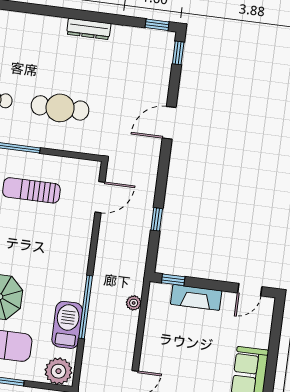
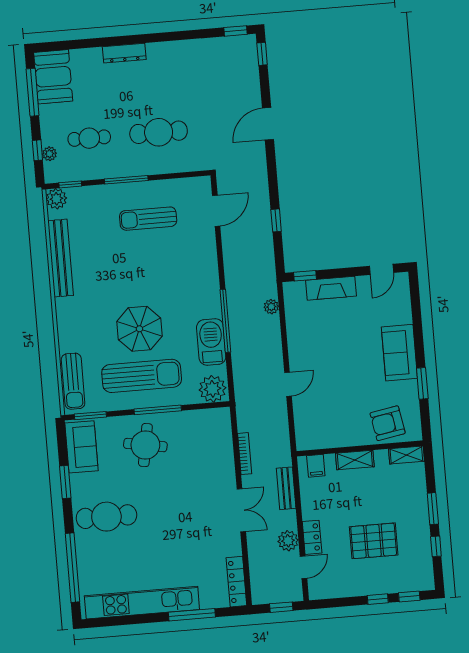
dresser: (89, 29) -> (124, 53), moved

